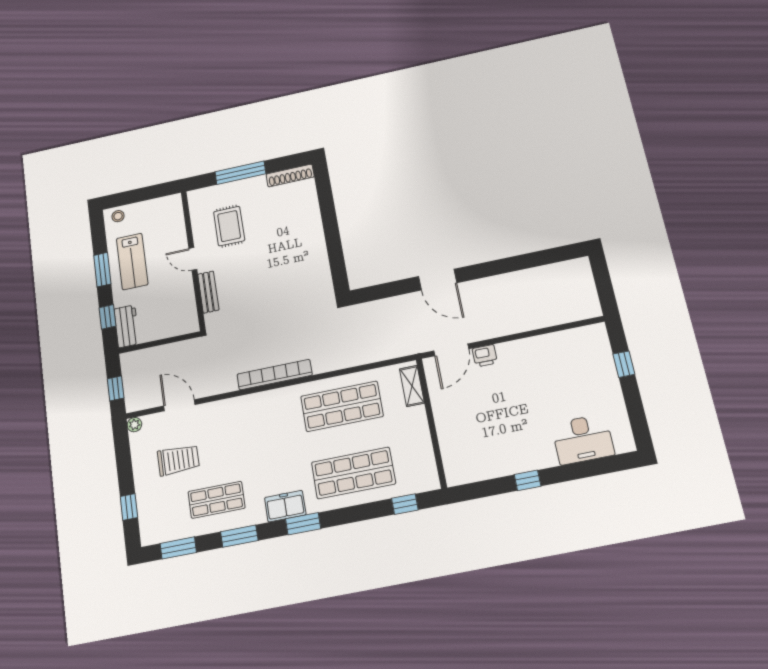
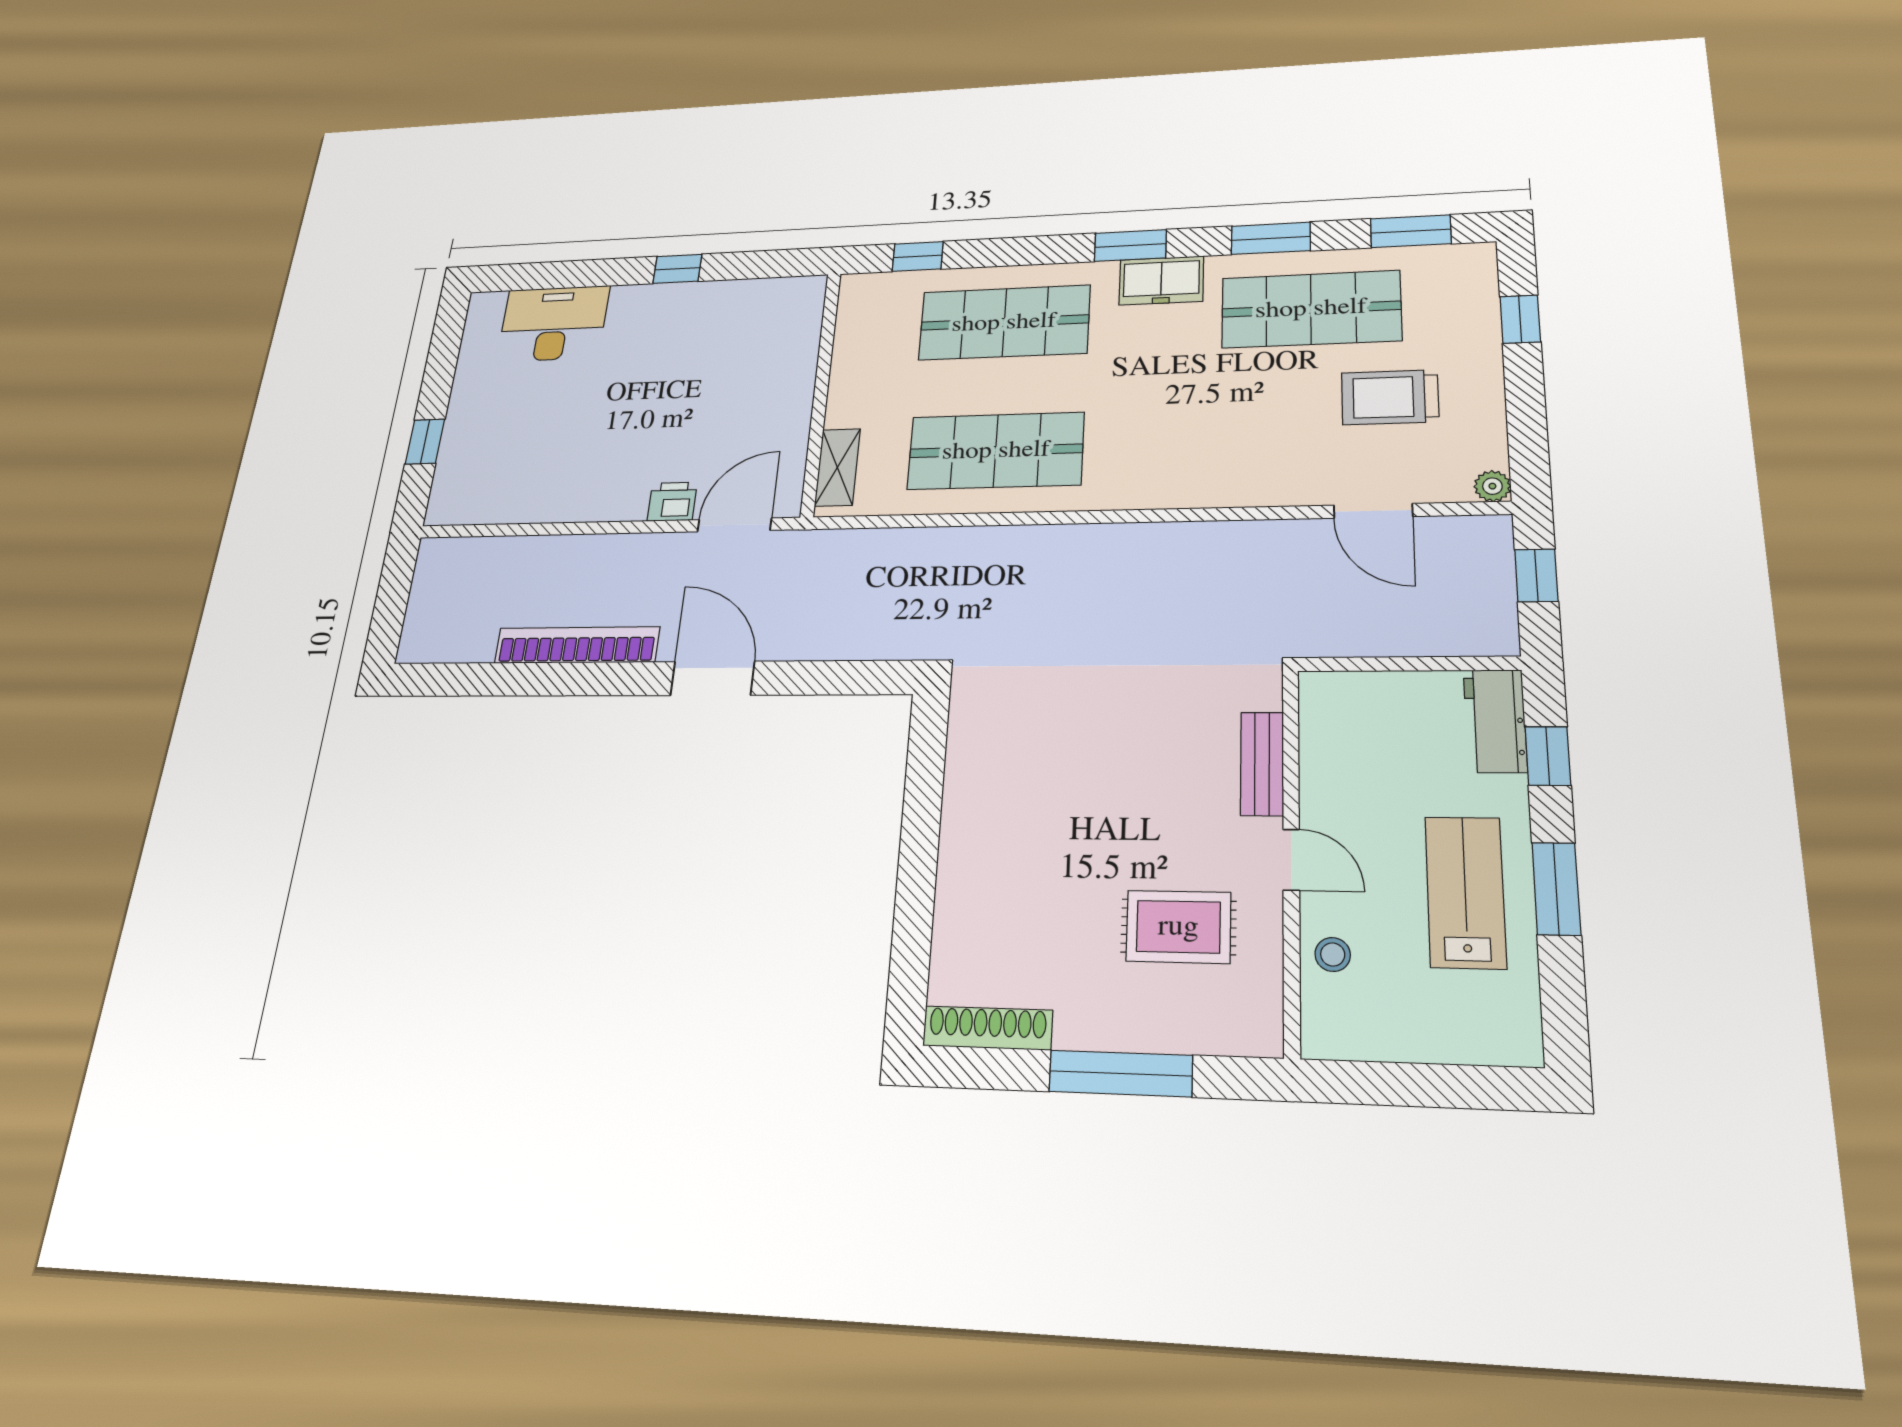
stool: (118, 216) -> (1333, 954), moved
rug: (229, 226) -> (1178, 927), turned 90
bookcase: (275, 375) -> (577, 645), moved, turned 180
shop shelf: (216, 500) -> (1311, 309), width x1.43, depth x1.36

